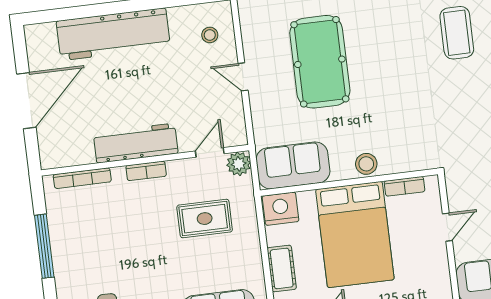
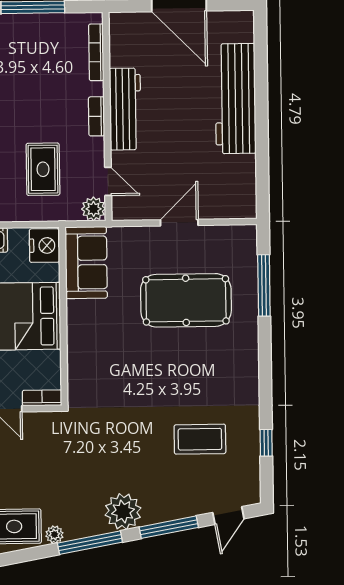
stool: (210, 35) -> (224, 194), removed
door: (243, 77) -> (179, 223), width x1.38
stool: (366, 164) -> (80, 335), removed
bookcase: (404, 186) -> (42, 398), moved, turned 90

